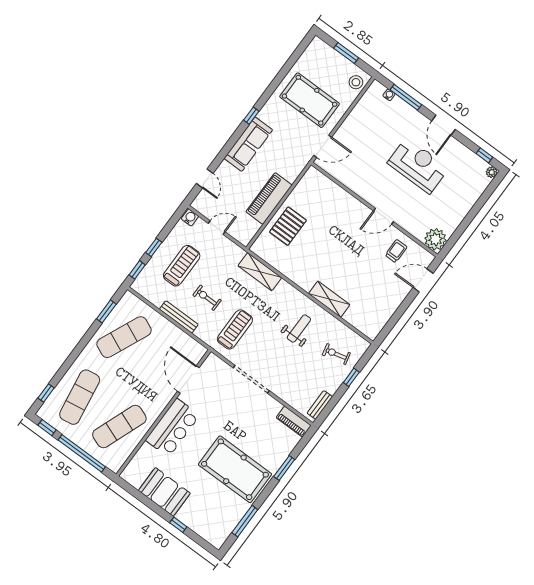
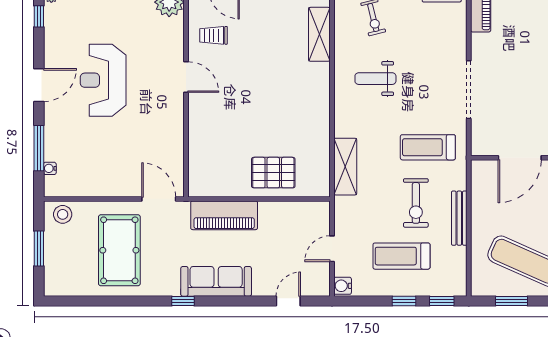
piano: (269, 198) -> (224, 215), moved
door: (217, 228) -> (332, 249), hinge flipped
exercise bike: (207, 298) -> (416, 203), width x1.38, depth x1.39
shelving: (329, 299) -> (319, 34), moved

